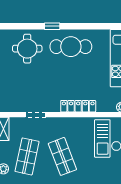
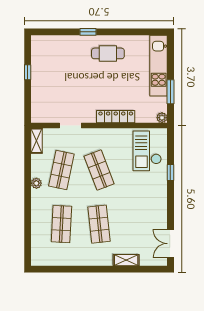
cafe table: (71, 47) -> (108, 53), width x0.73, depth x0.74
round table: (27, 49) -> (62, 56), removed

